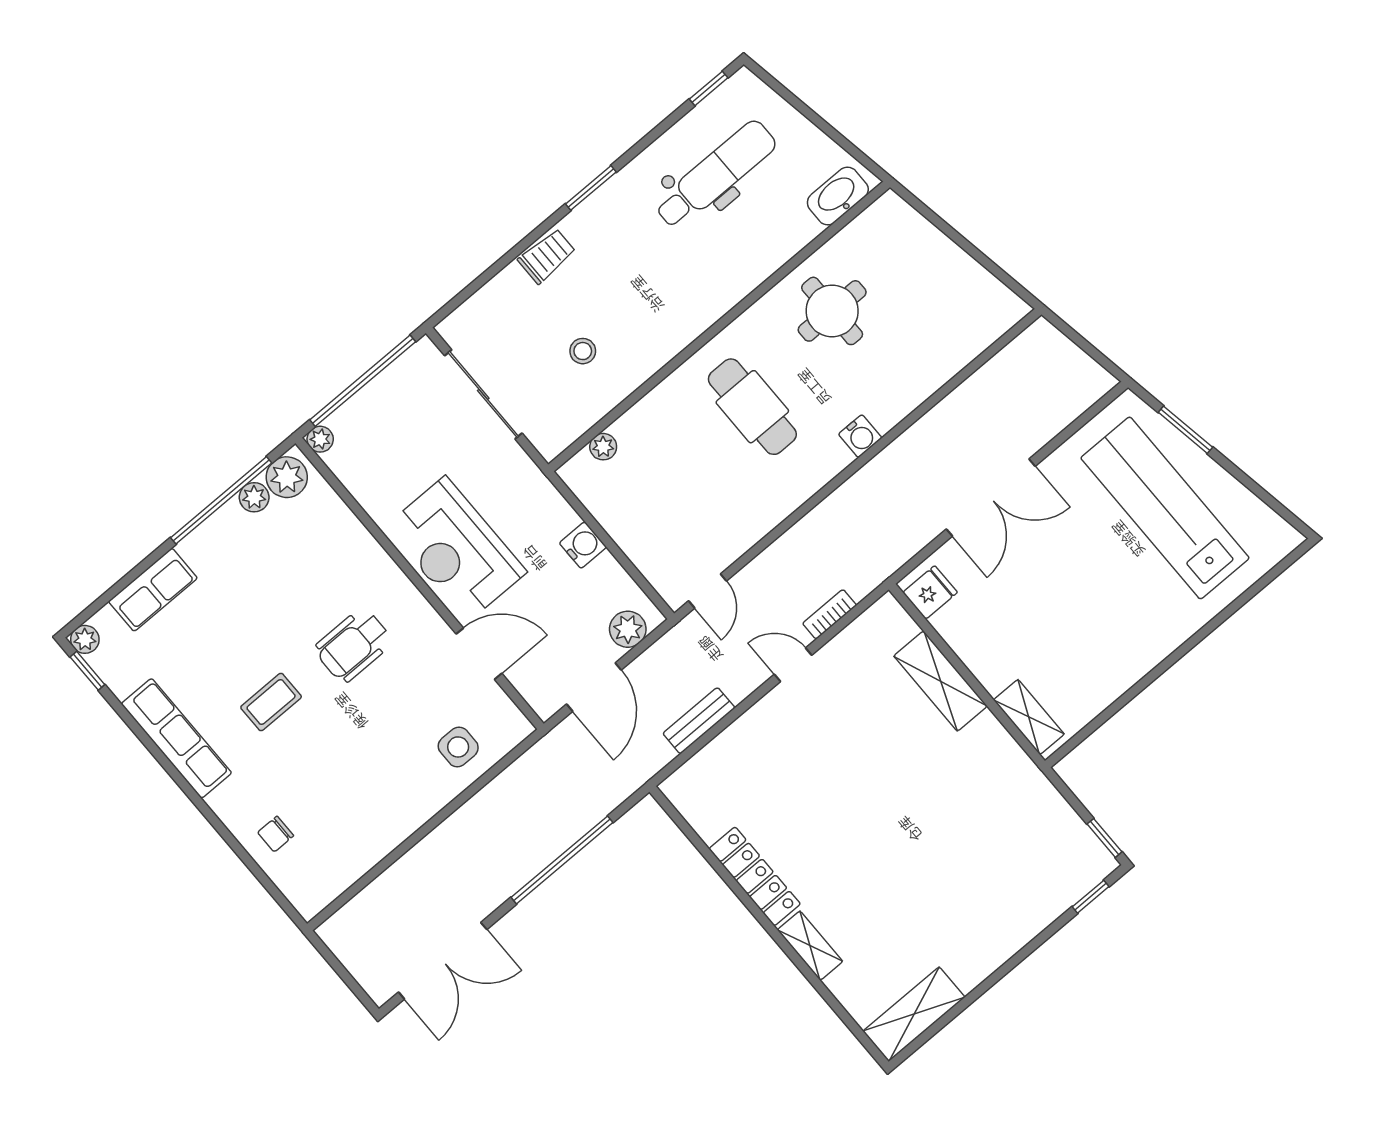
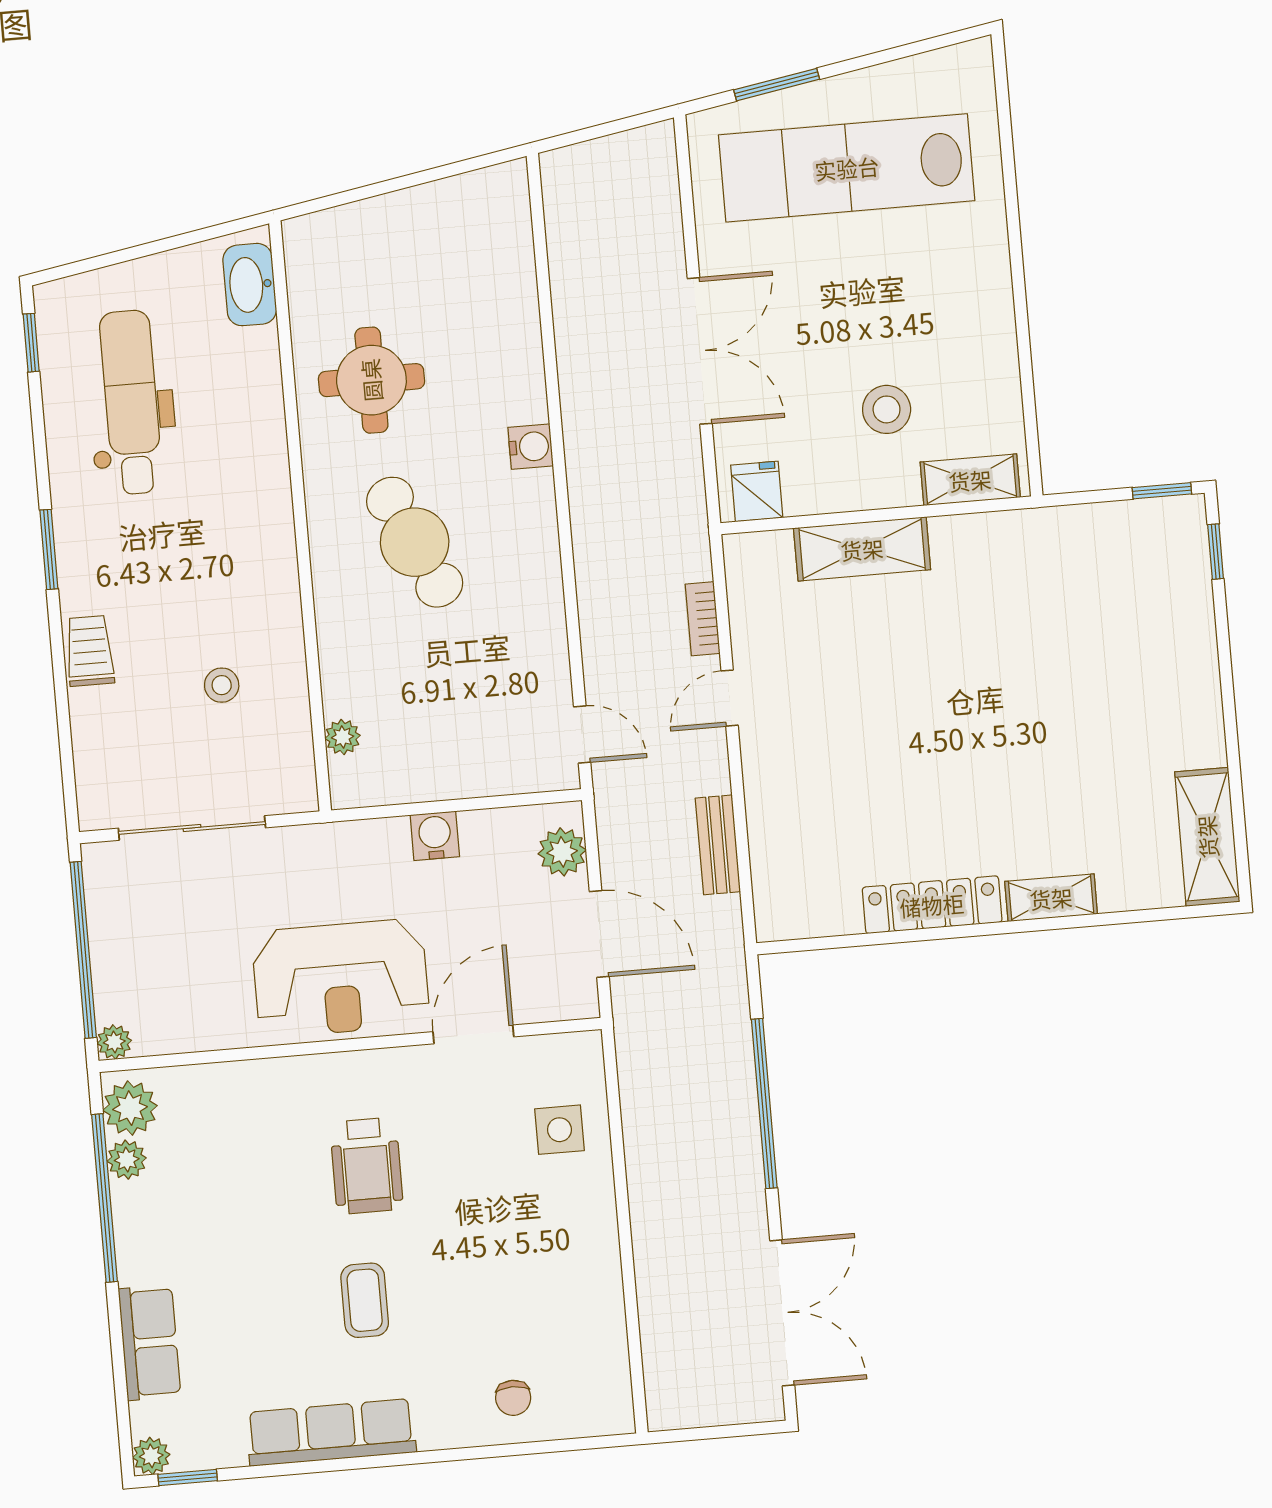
cafe table: (752, 407) -> (415, 542), turned 65
stool: (1036, 636) -> (887, 409), added

